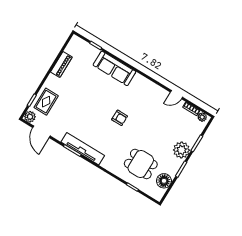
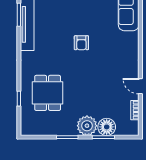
plant: (202, 117) -> (133, 126), removed
floor lamp: (164, 181) -> (107, 127), moved

